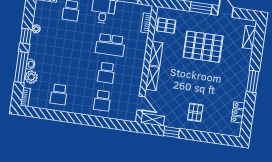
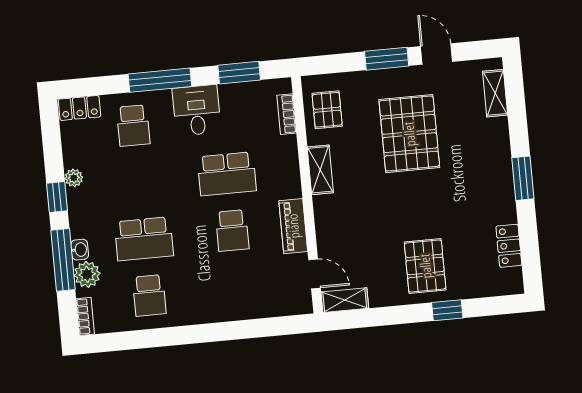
pallet: (166, 26) -> (327, 110), turned 90
pallet: (203, 47) -> (409, 134), turned 90
piano: (136, 78) -> (293, 226), added
shelving: (152, 78) -> (325, 220), removed
school desk: (102, 101) -> (144, 239), moved, width x1.85
pallet: (195, 112) -> (425, 266), width x1.50, depth x1.42
window: (171, 132) -> (447, 310), moved

